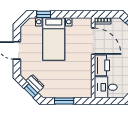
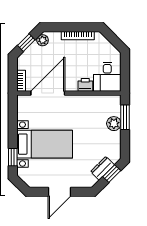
printer: (102, 65) -> (85, 85), width x0.53, depth x0.68
plant: (70, 92) -> (114, 124), added
window: (64, 101) -> (125, 117), moved

